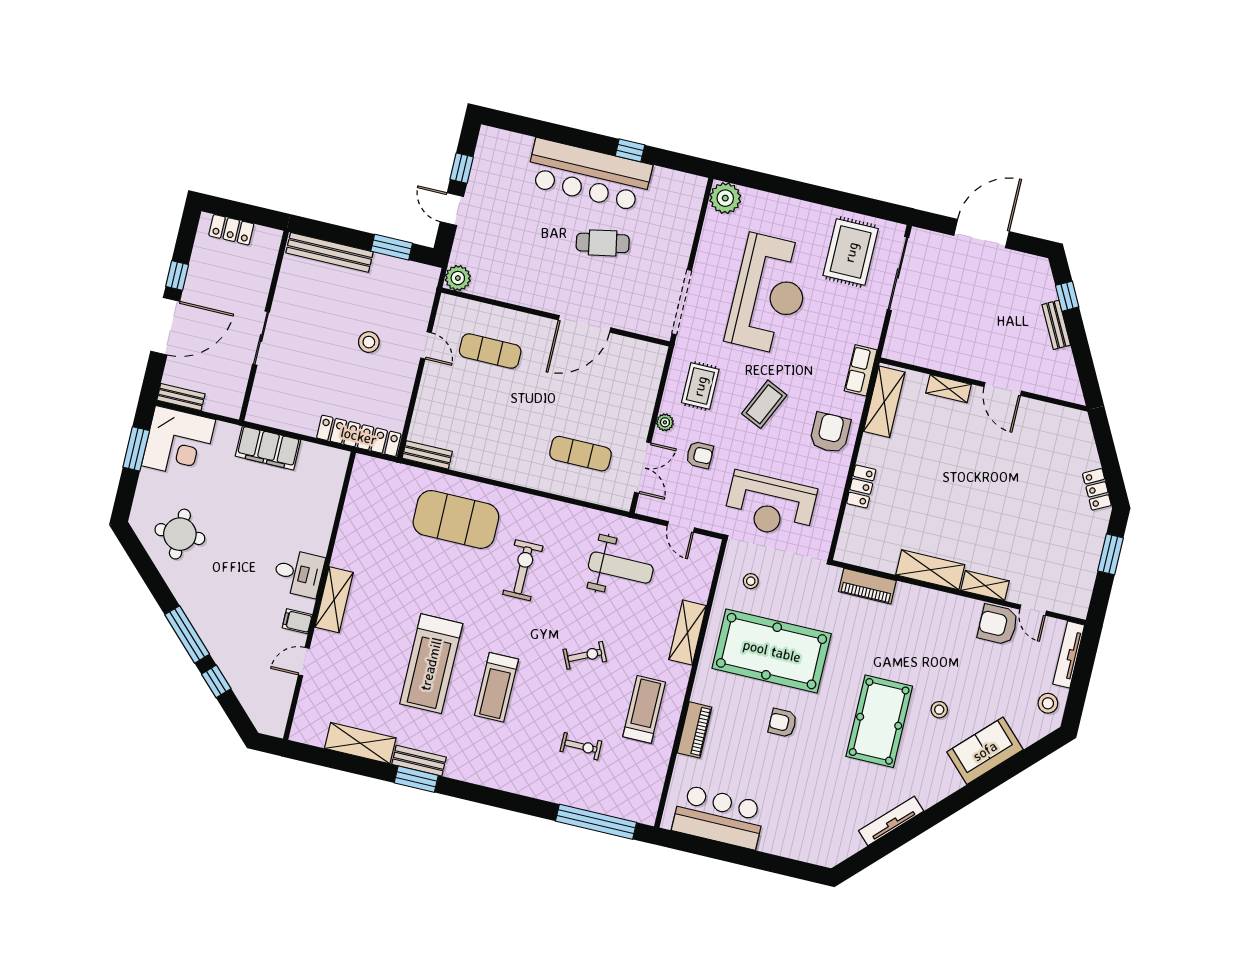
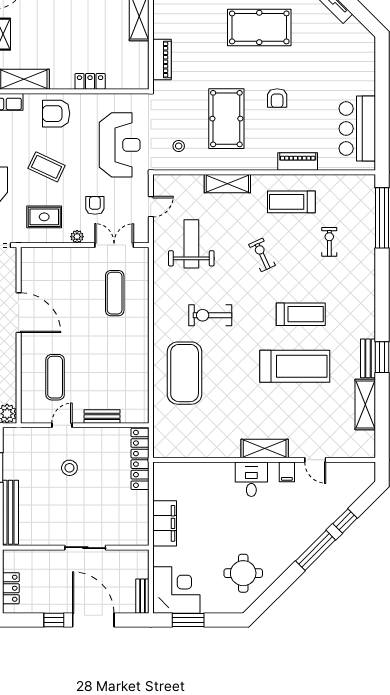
bench: (427, 455) -> (102, 416), moved, turned 90
pool table: (772, 651) -> (226, 119), width x0.73, depth x0.76

